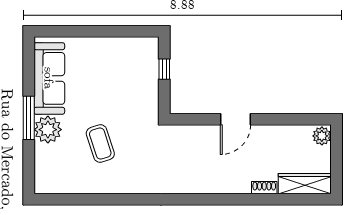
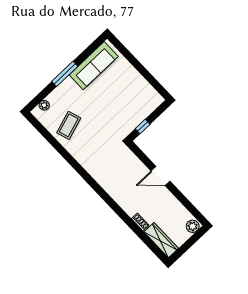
window: (164, 69) -> (143, 127), moved
plant: (48, 130) -> (44, 105), moved, width x0.53, depth x0.53
coffee table: (100, 144) -> (69, 125), moved

